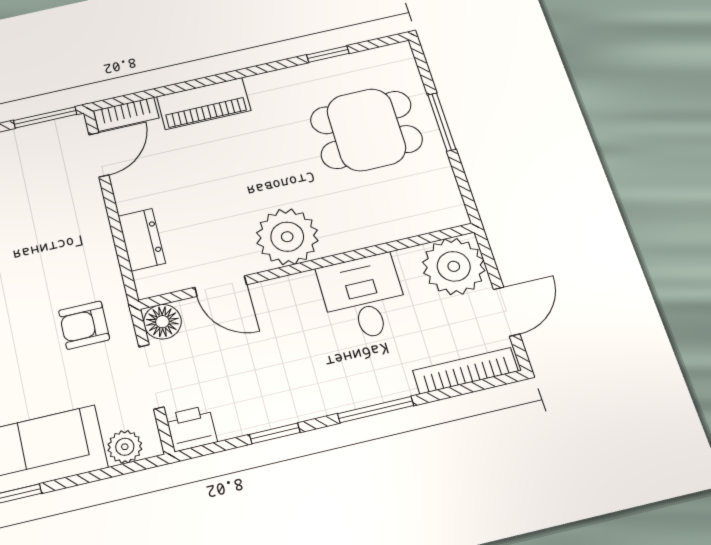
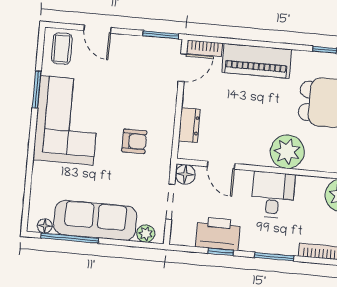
piano: (204, 103) -> (257, 61), width x1.37, depth x1.33
plant: (287, 237) -> (287, 152), moved
desk: (364, 297) -> (273, 195), moved
armchair: (84, 325) -> (134, 141), moved, turned 180
printer: (191, 428) -> (218, 234), moved, width x1.87, depth x1.48

